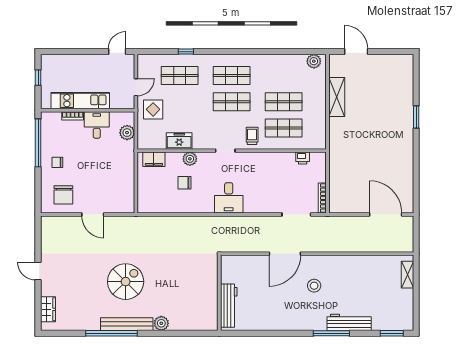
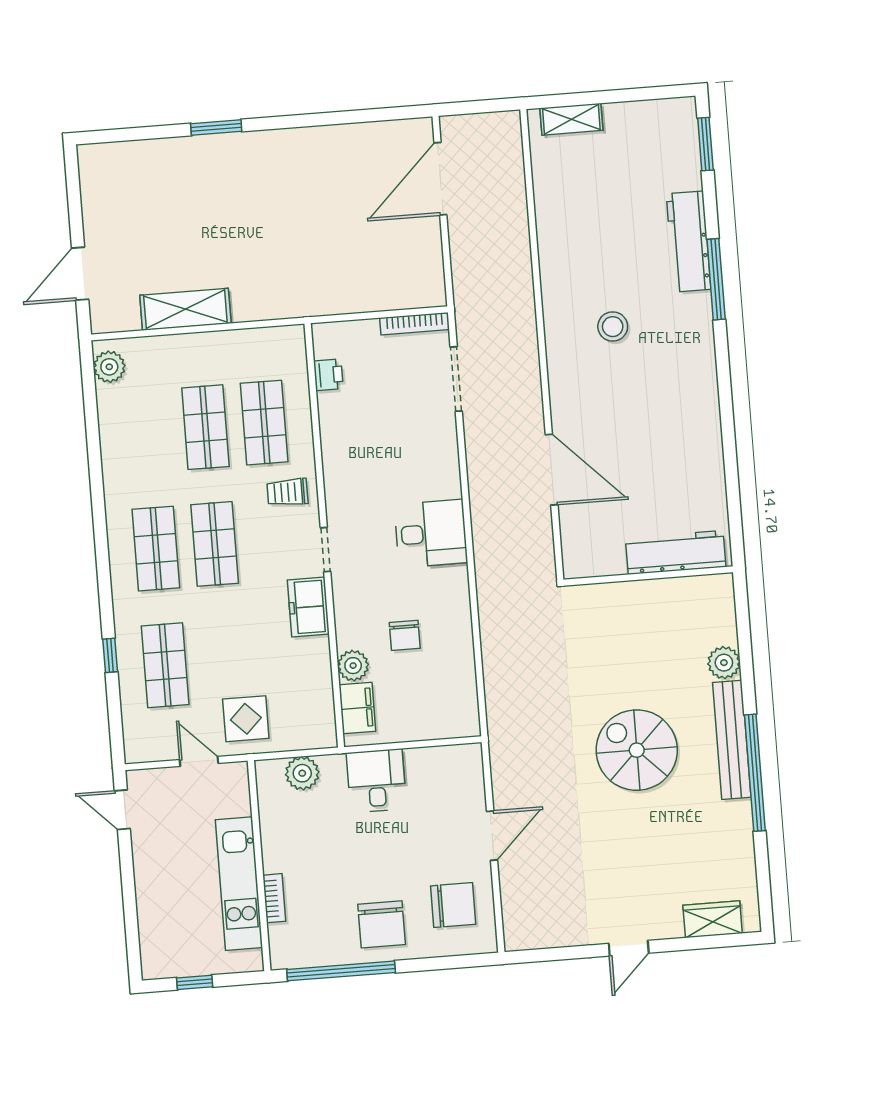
desk: (97, 125) -> (376, 781), moved, turned 90
freezer: (179, 141) -> (308, 607), moved
plant: (190, 159) -> (353, 666), moved
chair: (57, 162) -> (382, 924), width x1.87, depth x1.87
door: (285, 254) -> (552, 470), moved
wall: (219, 293) -> (648, 576), moved
workbench: (229, 306) -> (676, 552), moved

